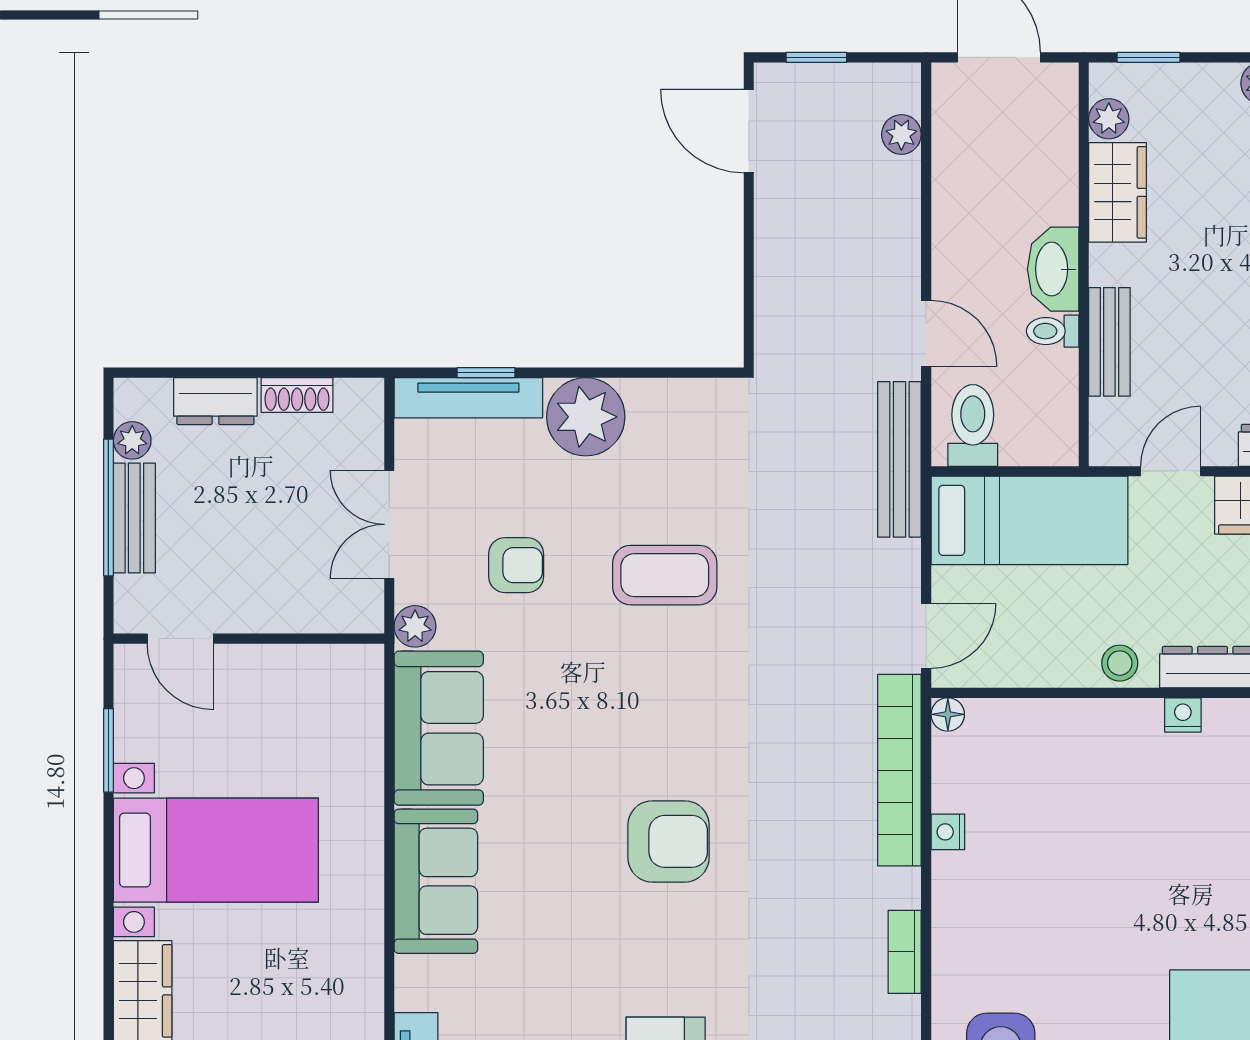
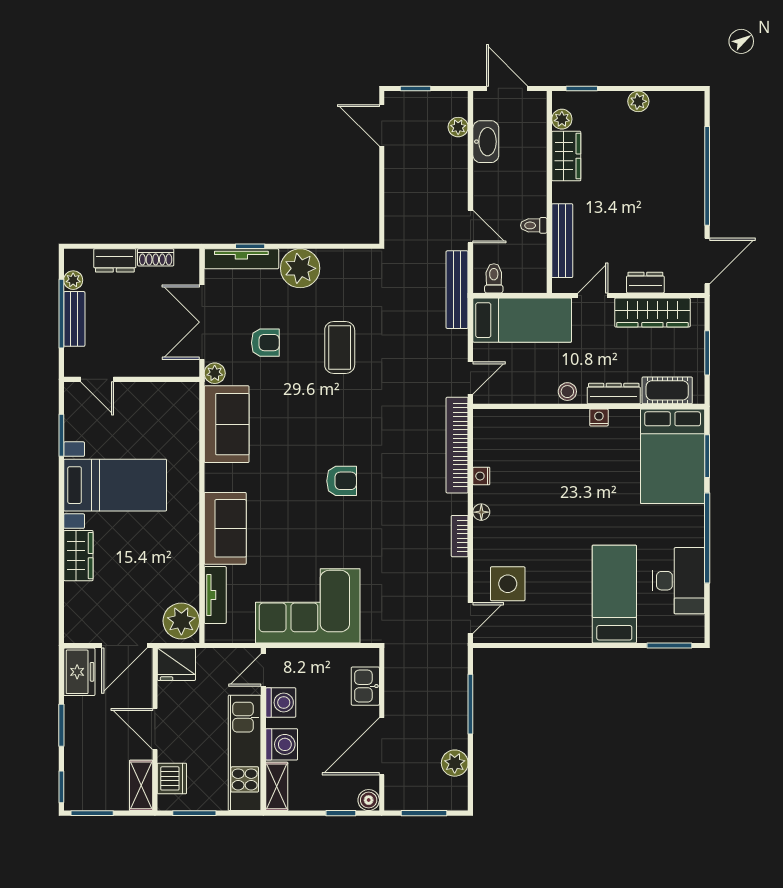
washbasin: (1053, 269) -> (486, 142), moved, turned 180
bench: (1109, 342) -> (562, 241), width x1.36
toilet: (973, 425) -> (494, 278), width x0.73, depth x0.72
double door: (389, 524) -> (202, 322), width x1.37
coffee table: (665, 575) -> (340, 347), turned 90
floor lamp: (948, 714) -> (481, 512), moved
armchair: (668, 841) -> (342, 481), width x0.72, depth x0.72
sofa: (436, 881) -> (225, 528), moved

